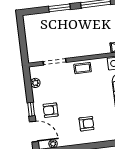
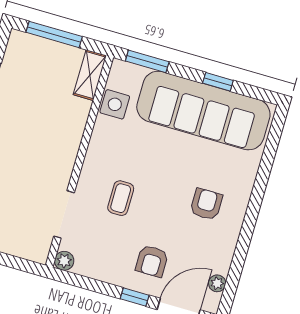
coffee table: (83, 68) -> (121, 198), moved
plant: (35, 83) -> (64, 261), moved

